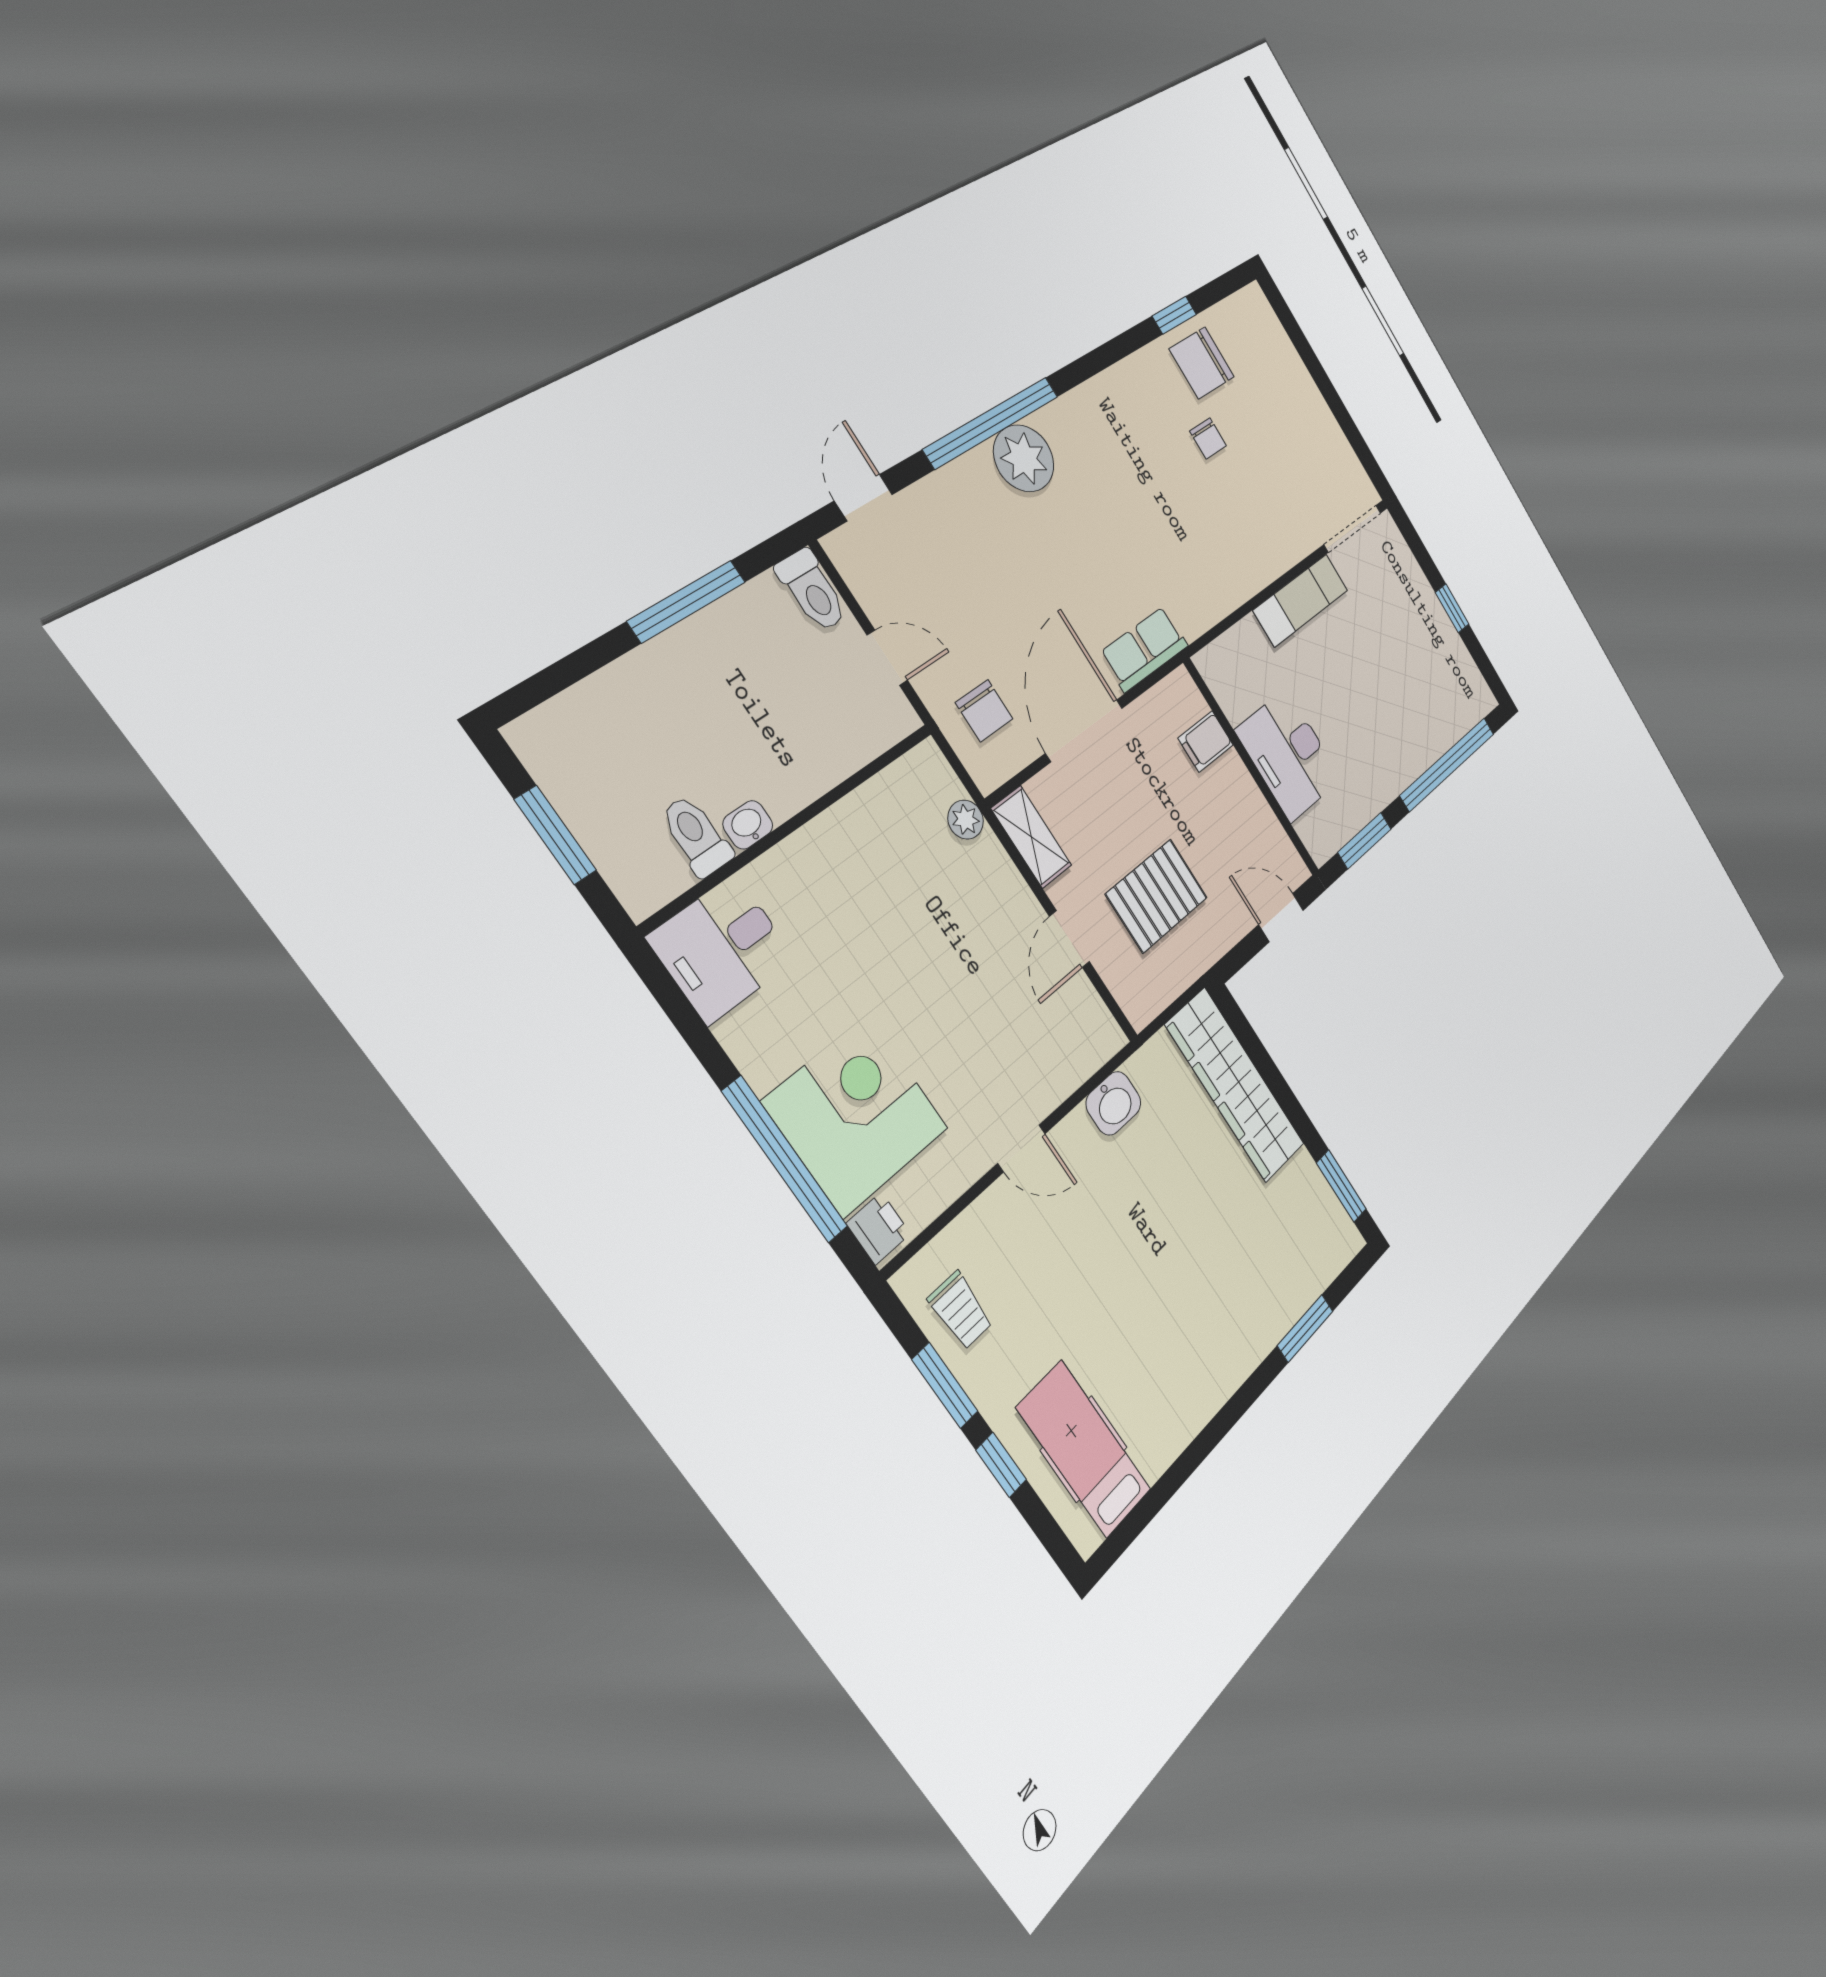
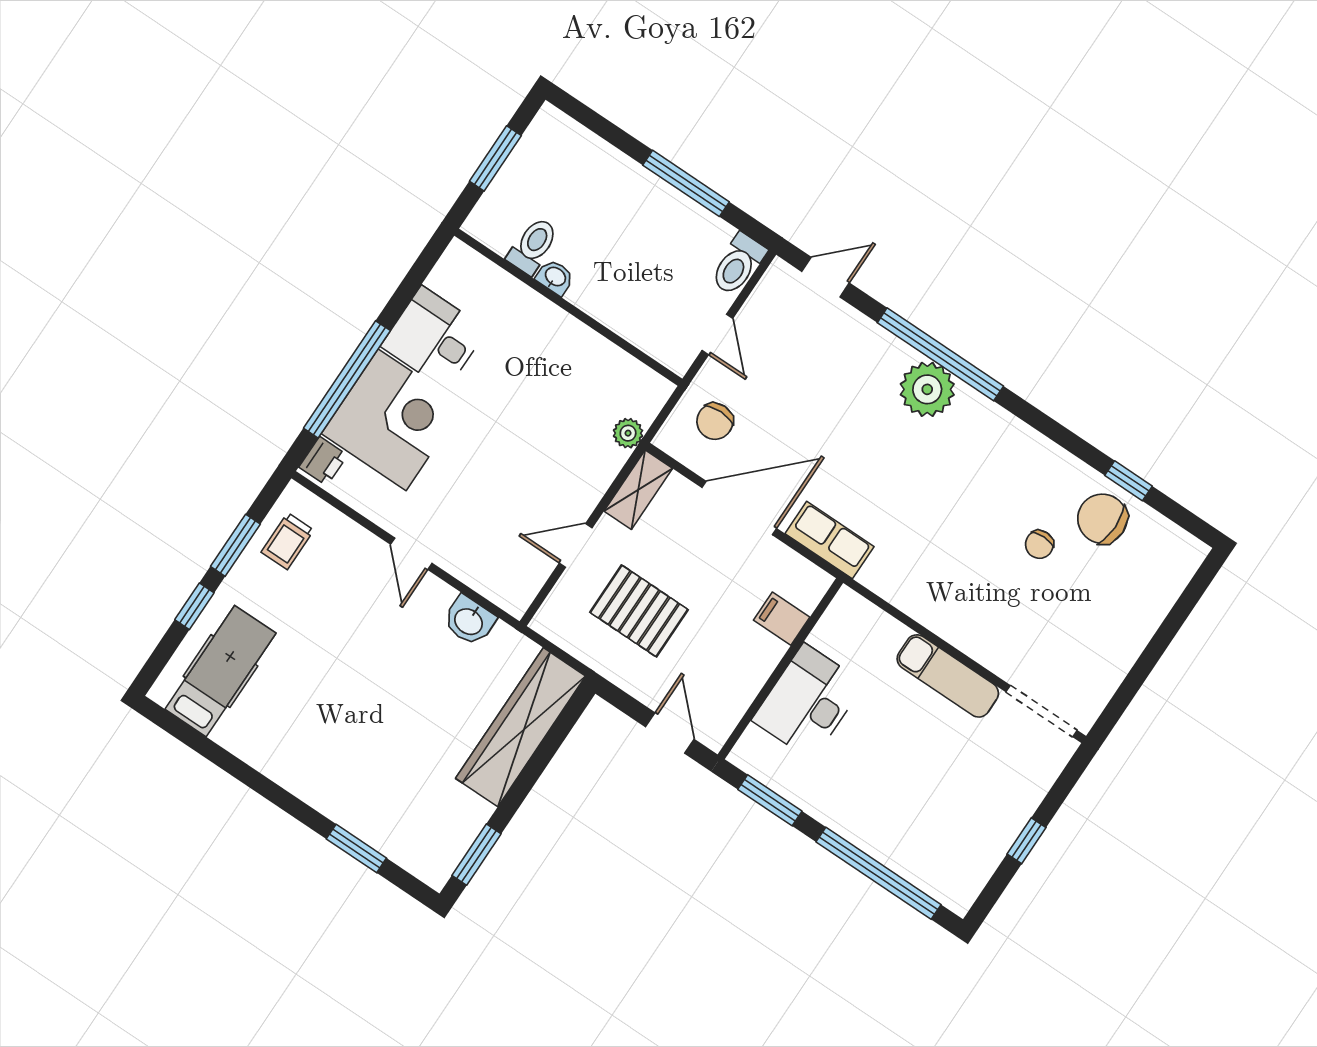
desk: (722, 949) -> (434, 338), moved

